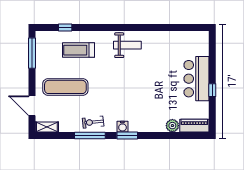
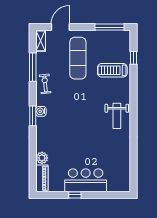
treadmill: (78, 50) -> (112, 70), turned -90
window: (90, 135) -> (33, 67), moved

